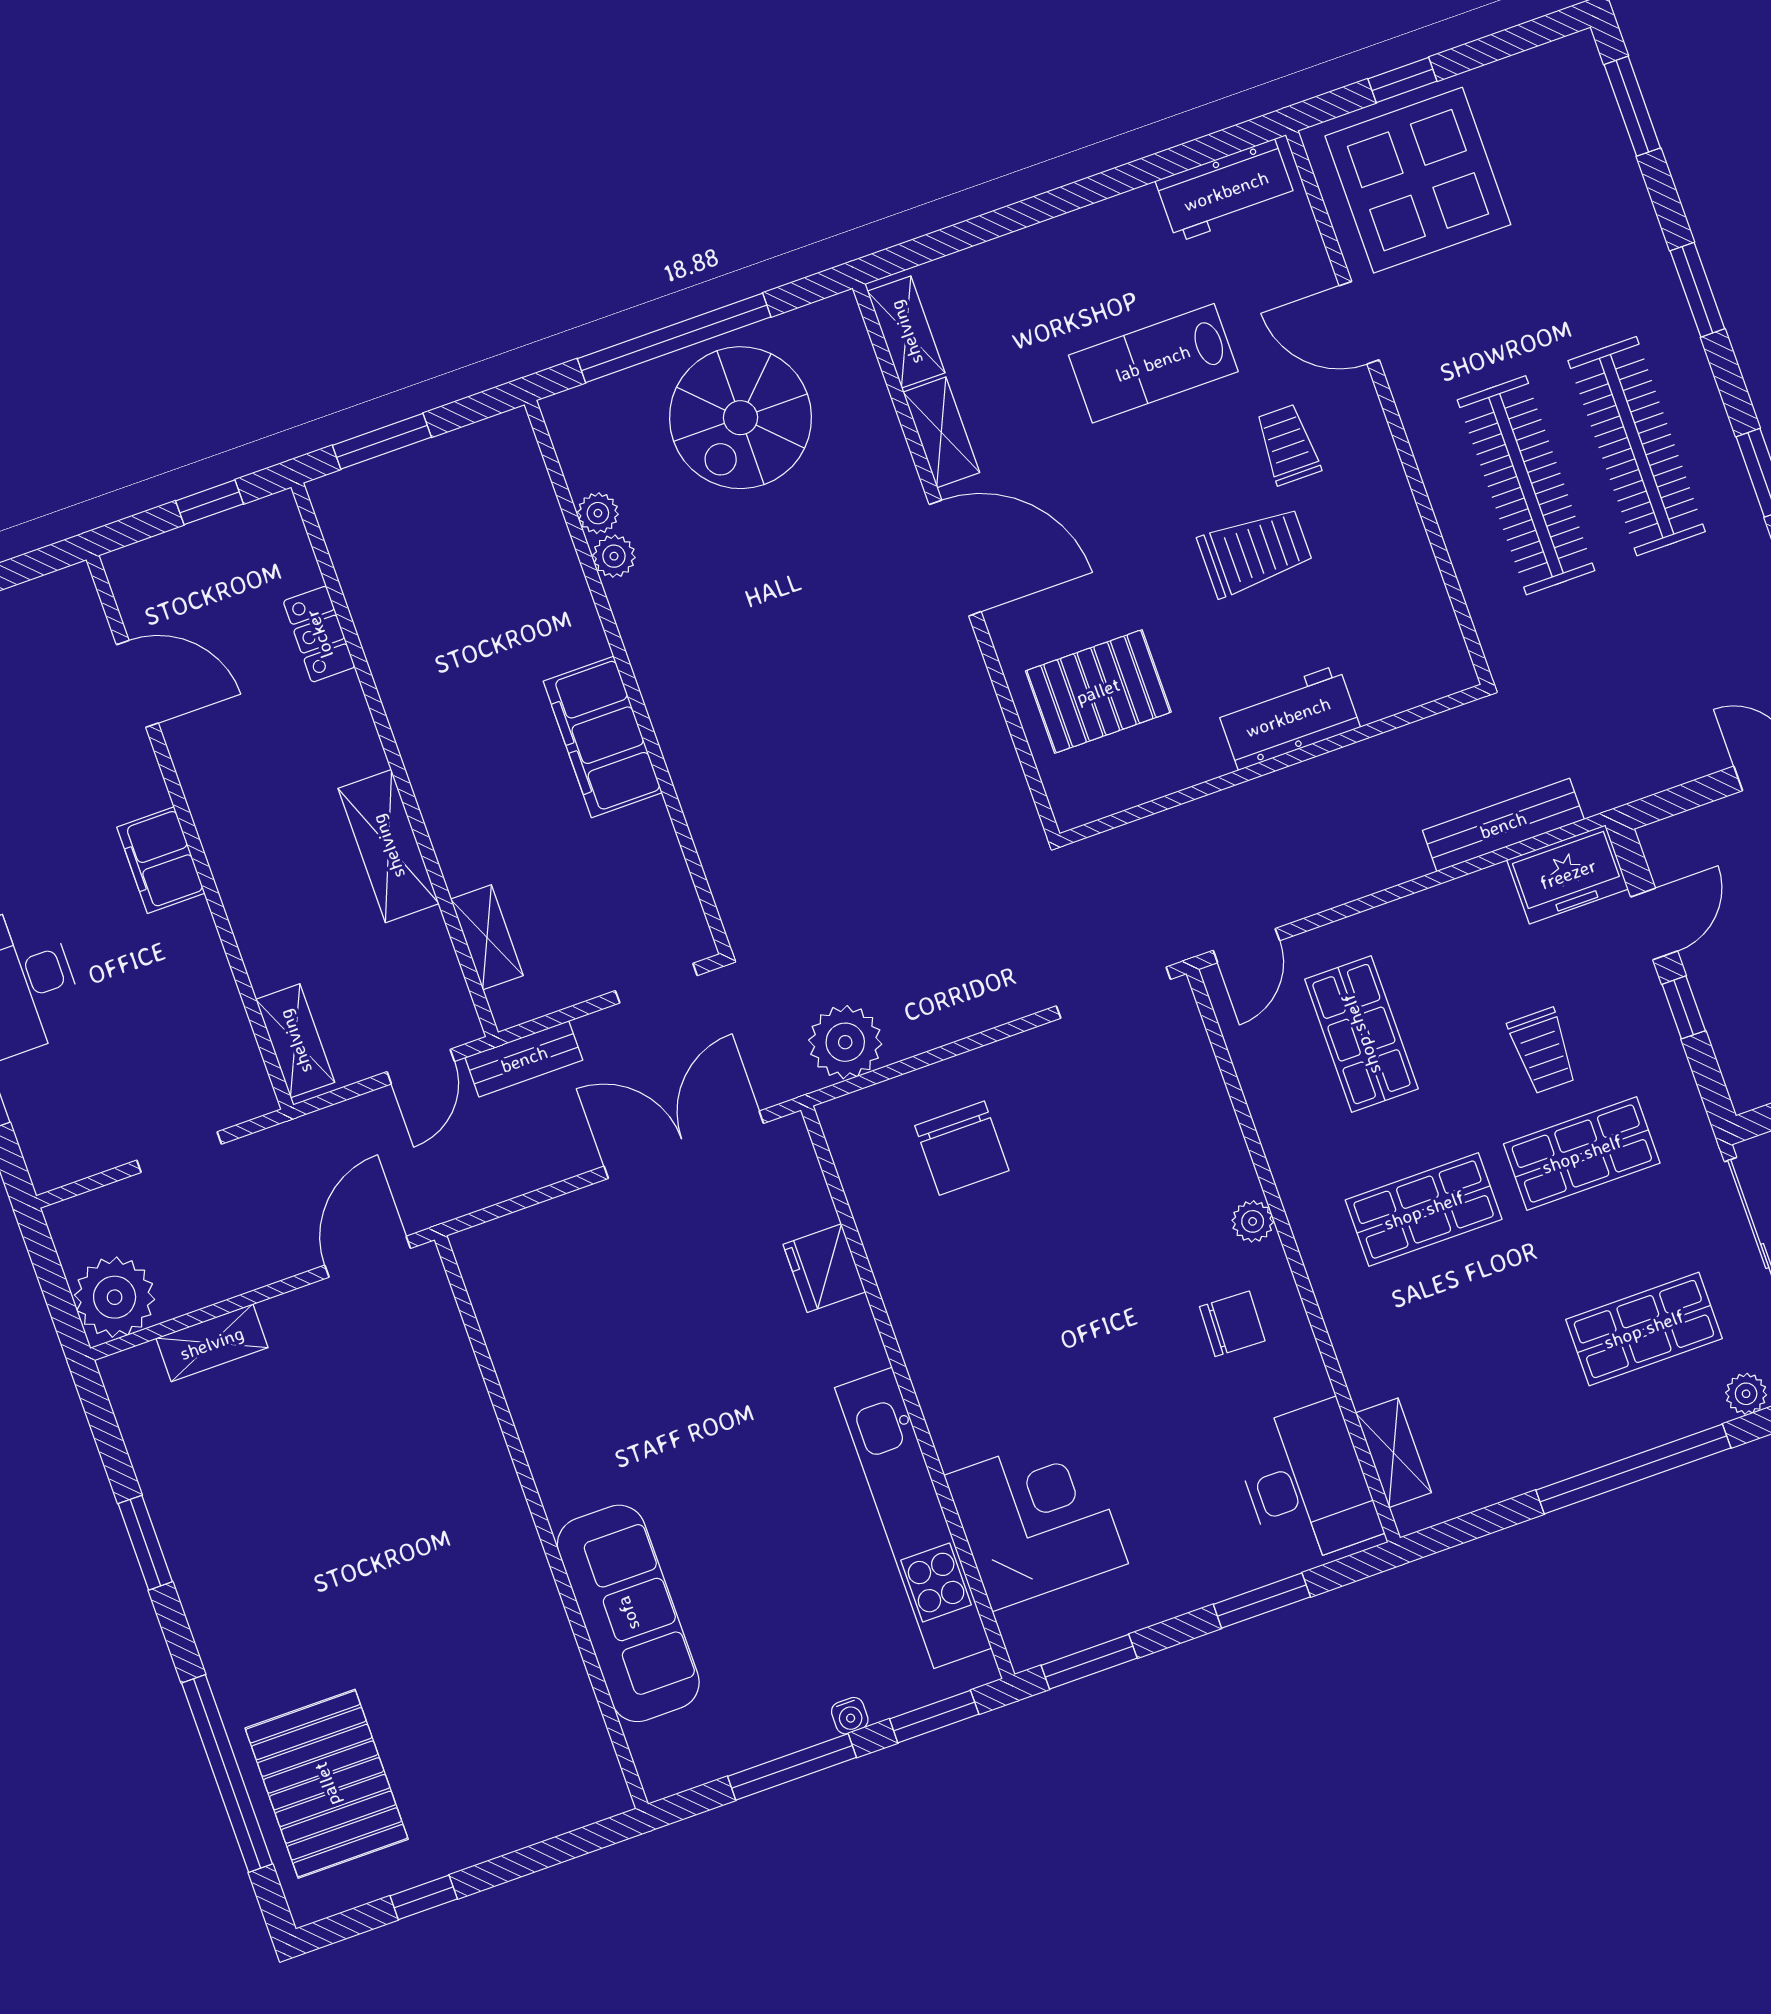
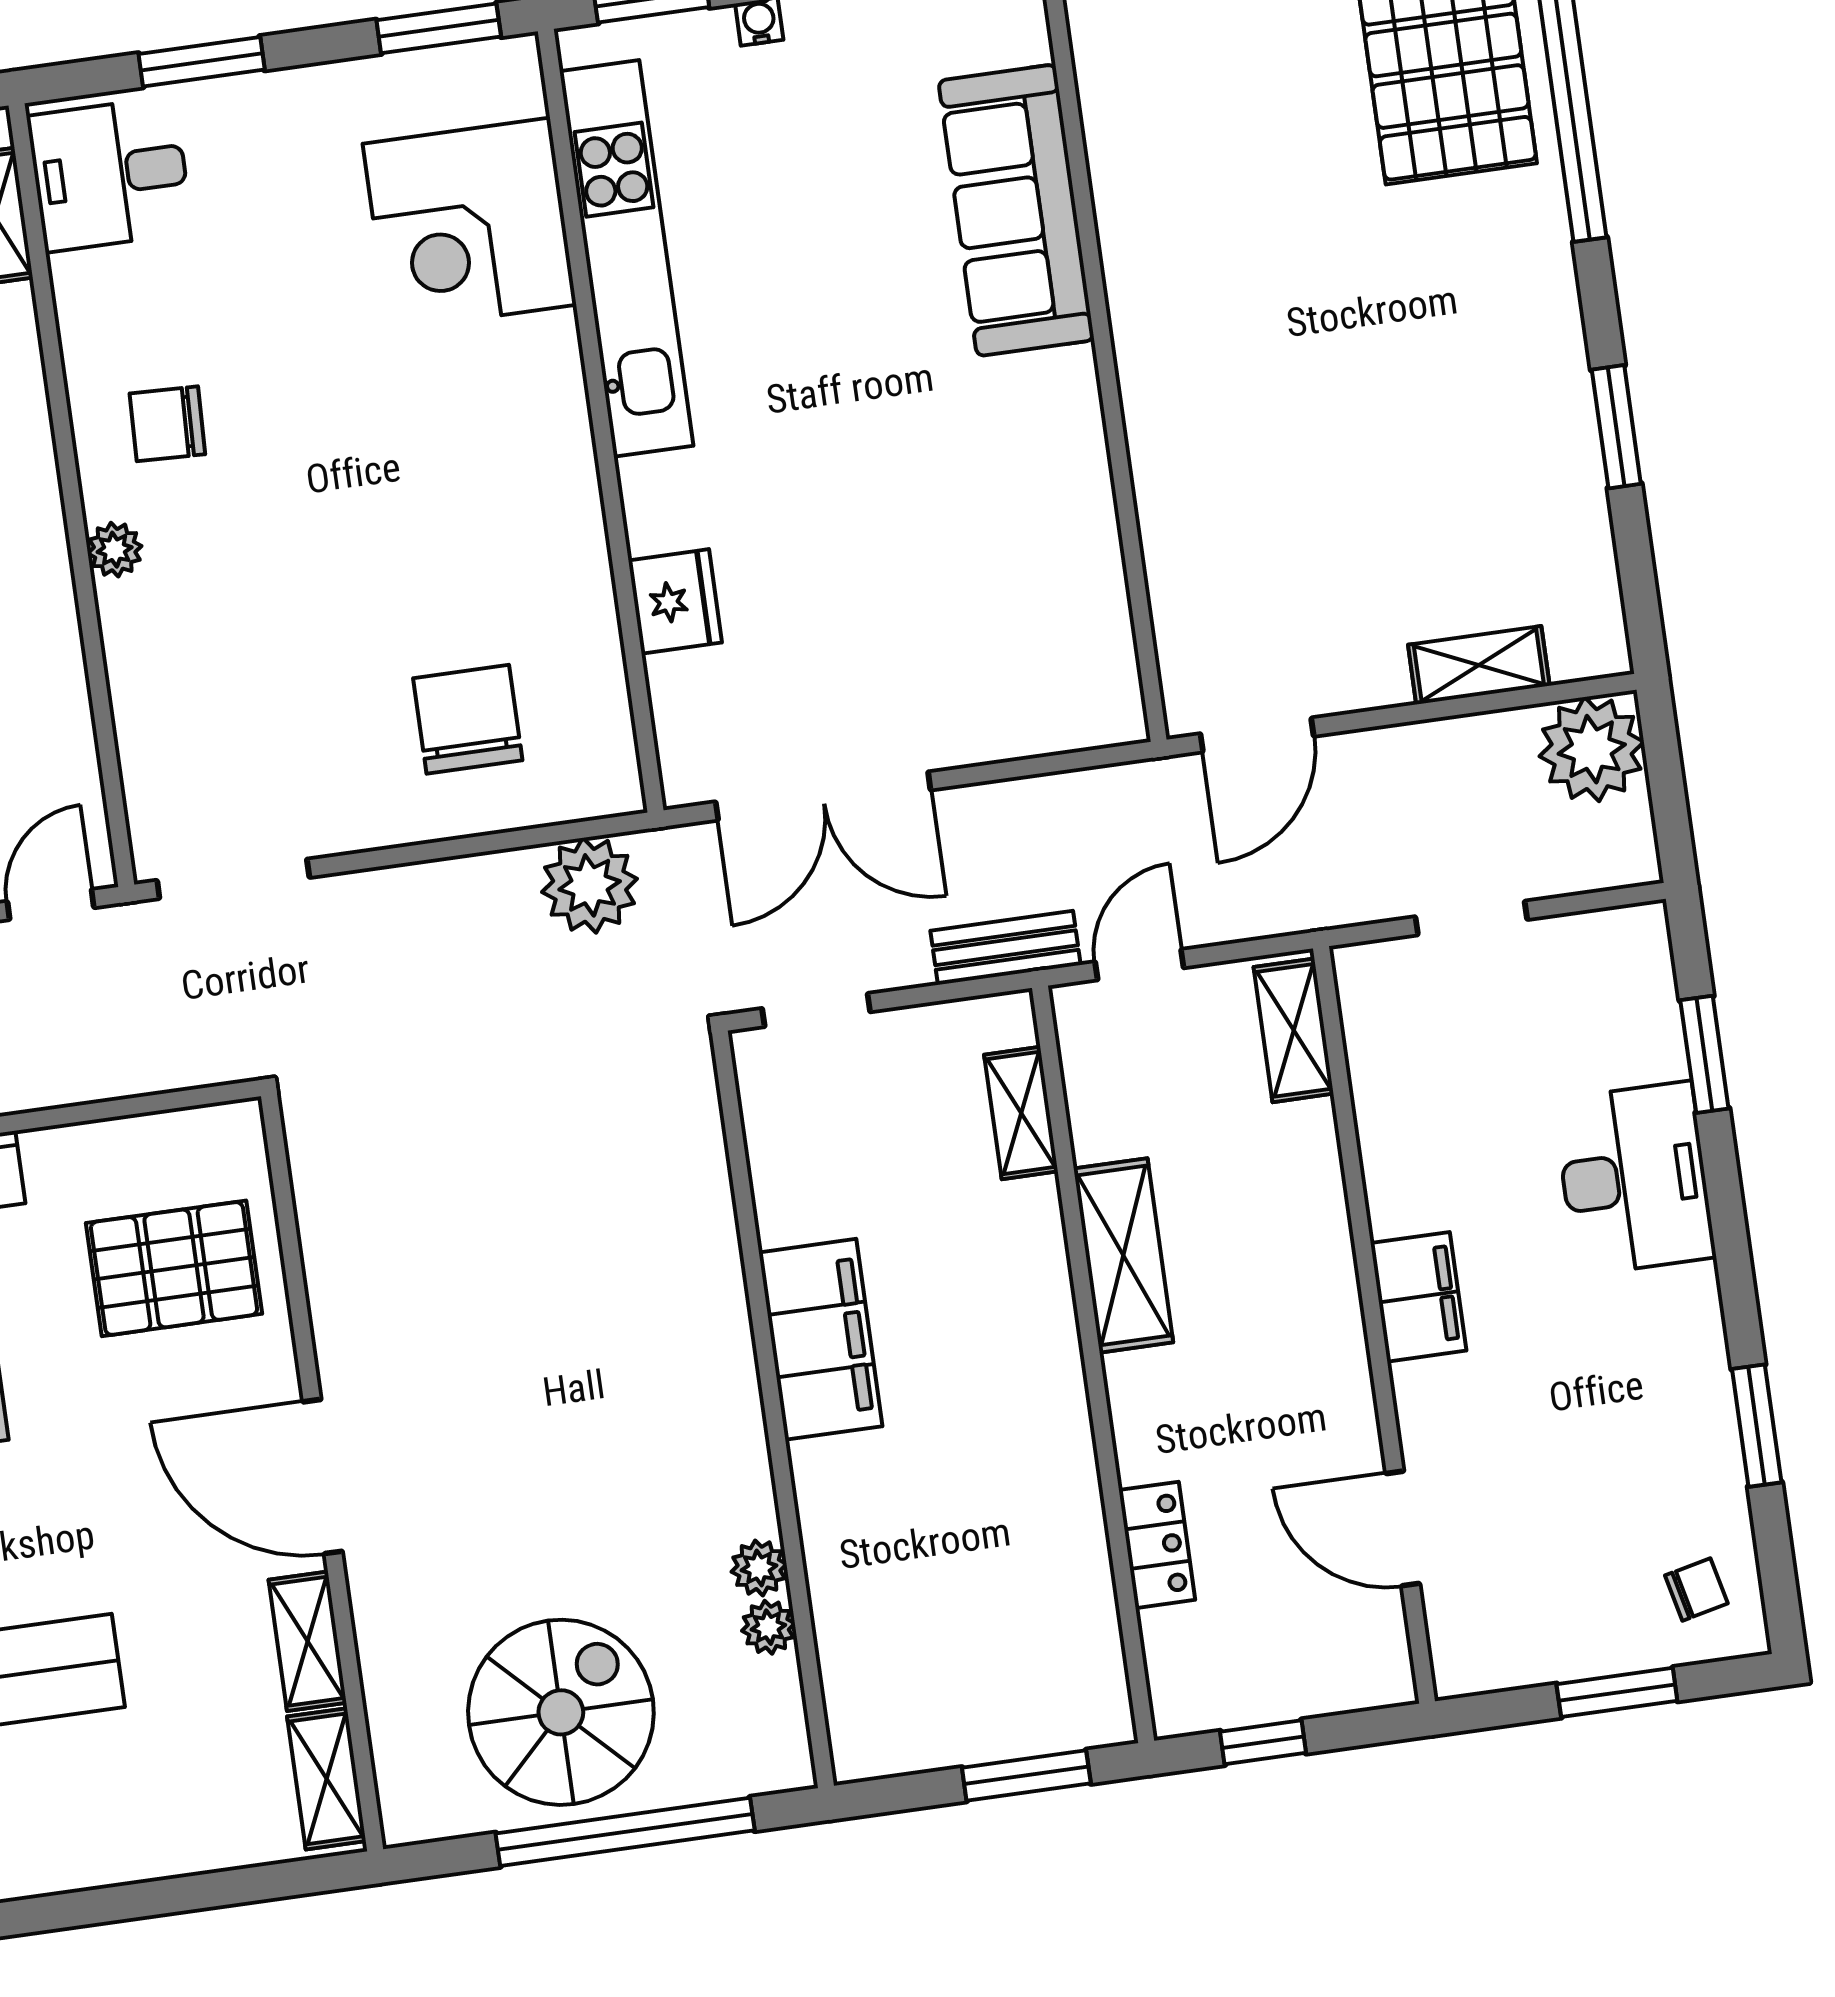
desk: (1307, 1484) -> (110, 174), width x0.73

